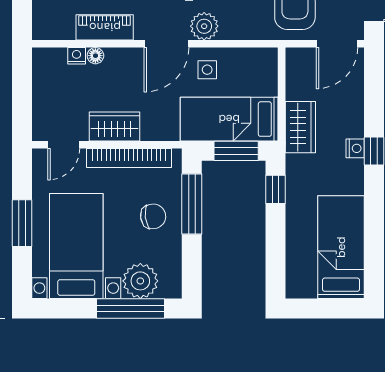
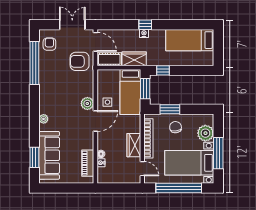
piano: (105, 27) -> (88, 163), moved
door: (166, 44) -> (95, 121), hinge flipped
cot: (300, 73) -> (109, 59), added
window: (192, 204) -> (170, 109), width x0.69
window: (22, 223) -> (179, 188), width x2.11
window: (131, 308) -> (218, 153), moved

